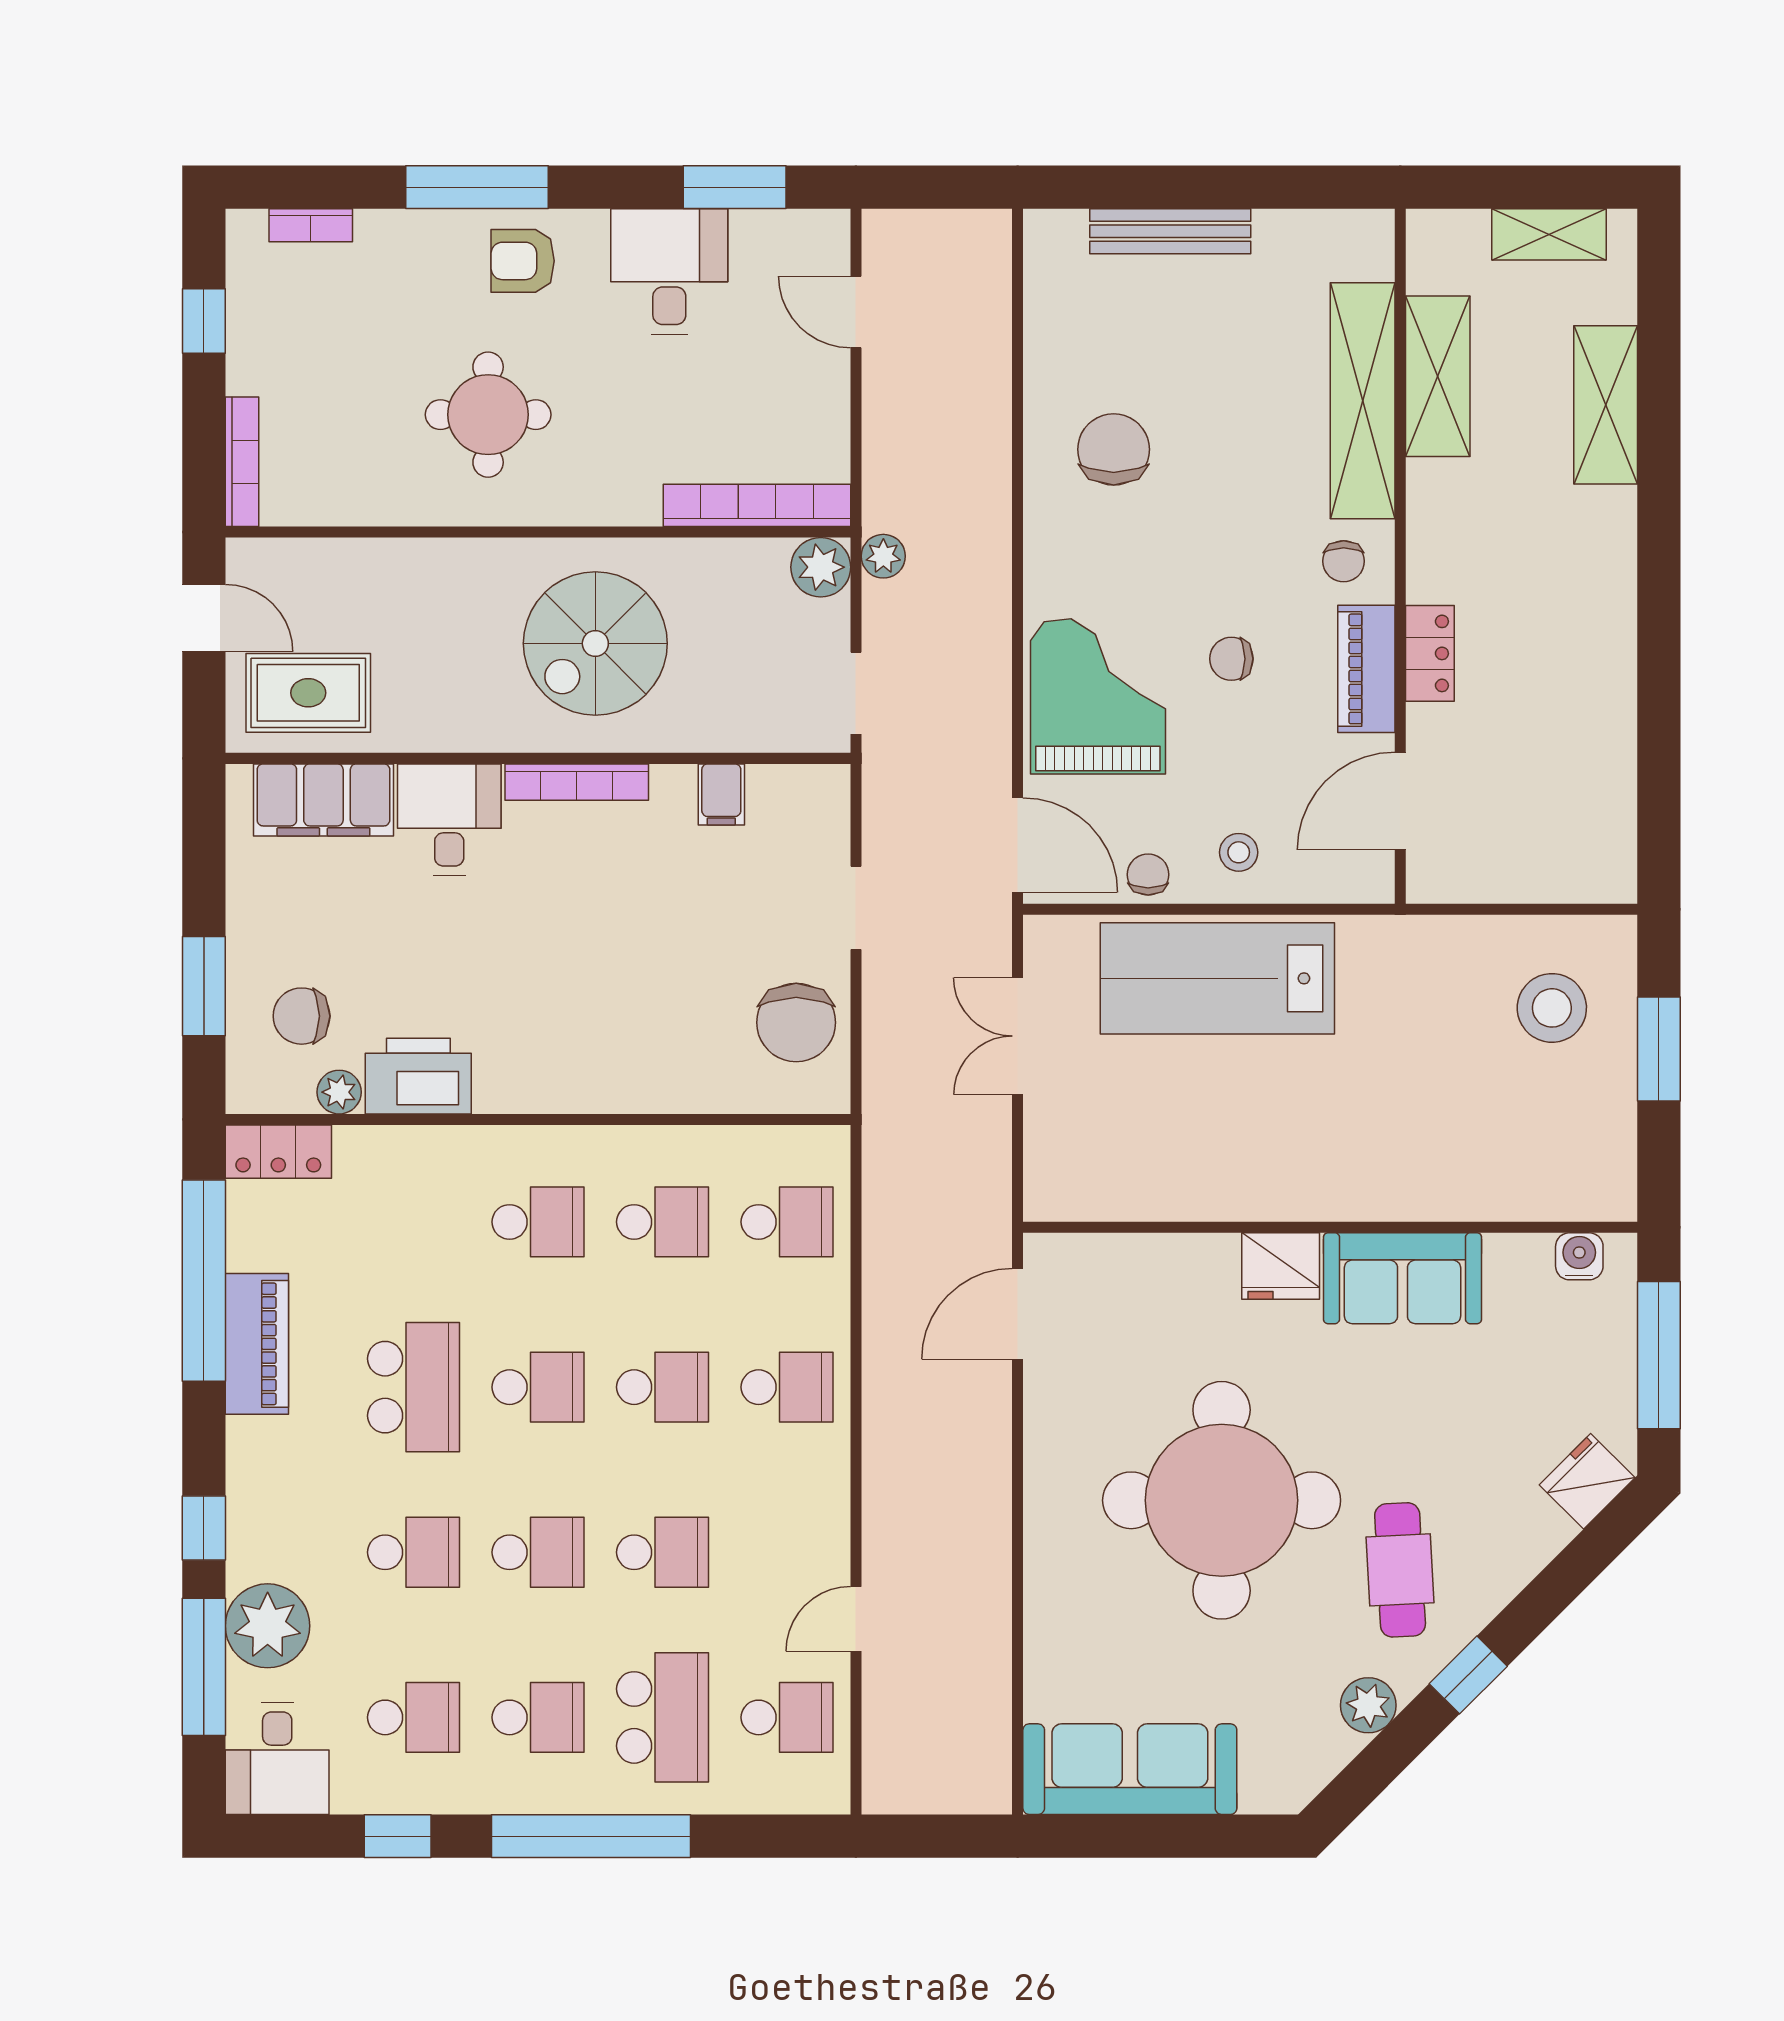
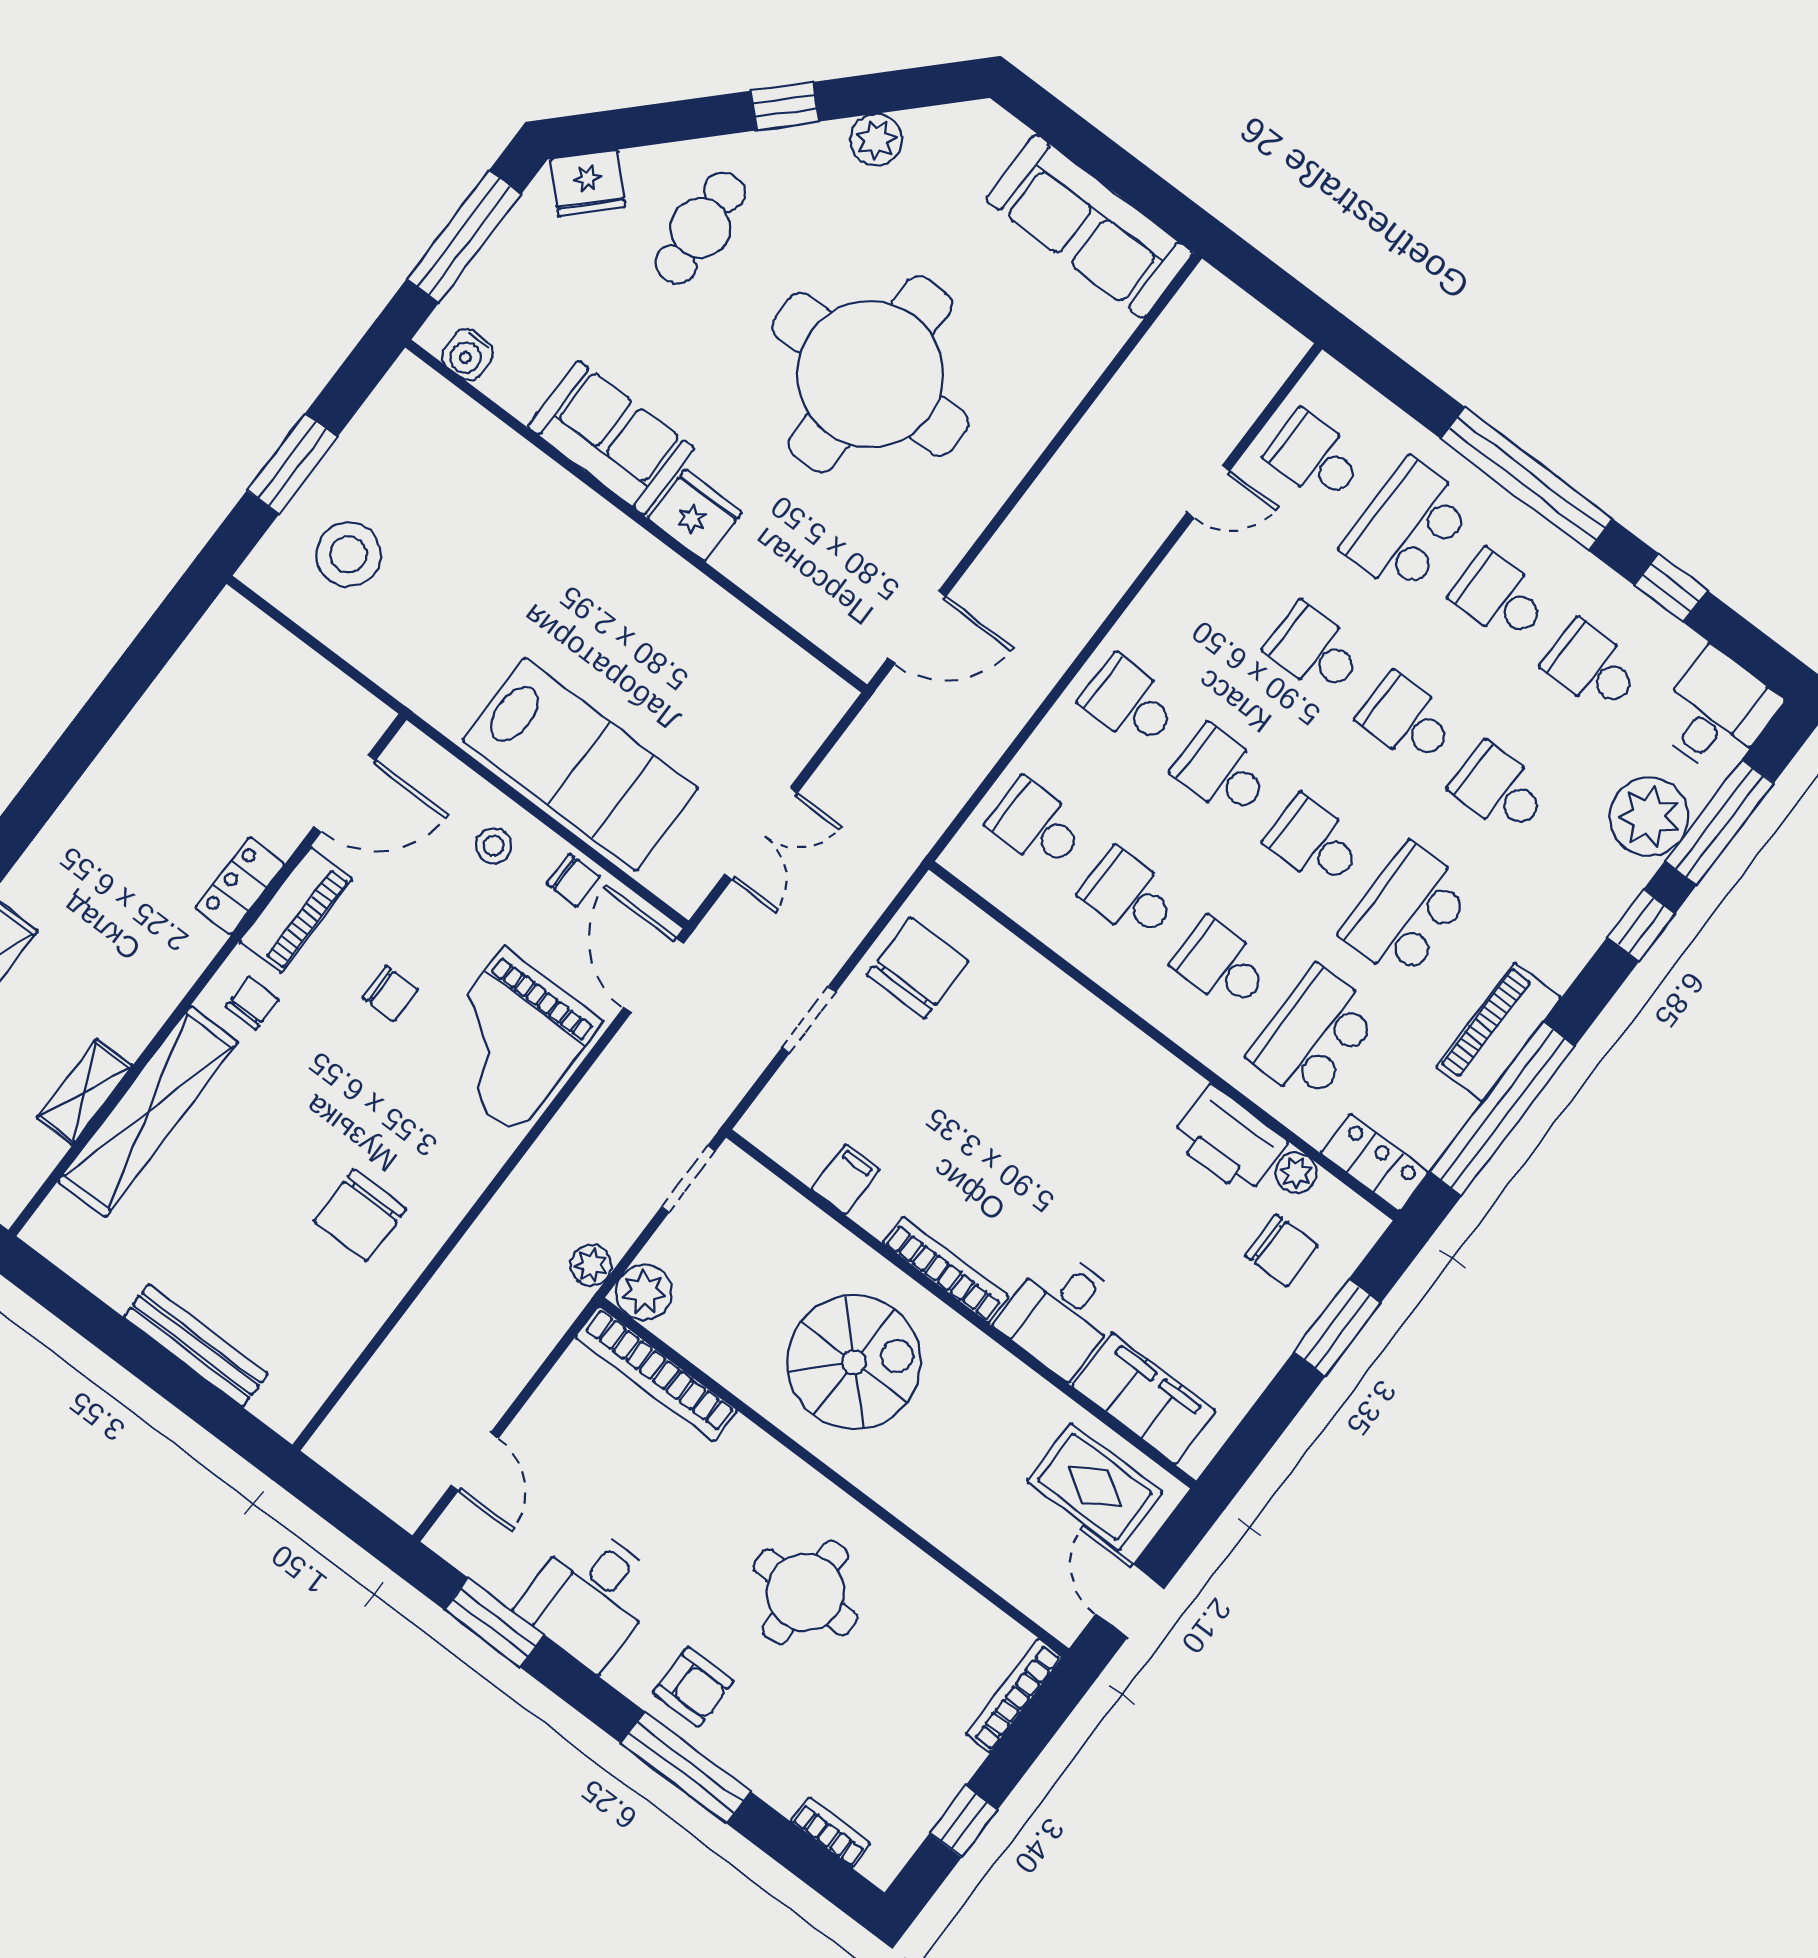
shelving: (1438, 376) -> (84, 1092), width x0.67, depth x0.75
chair: (1148, 875) -> (573, 880), turned -90
school desk: (413, 1222) -> (1314, 1035), added
cafe table: (1400, 1570) -> (700, 228), moved

